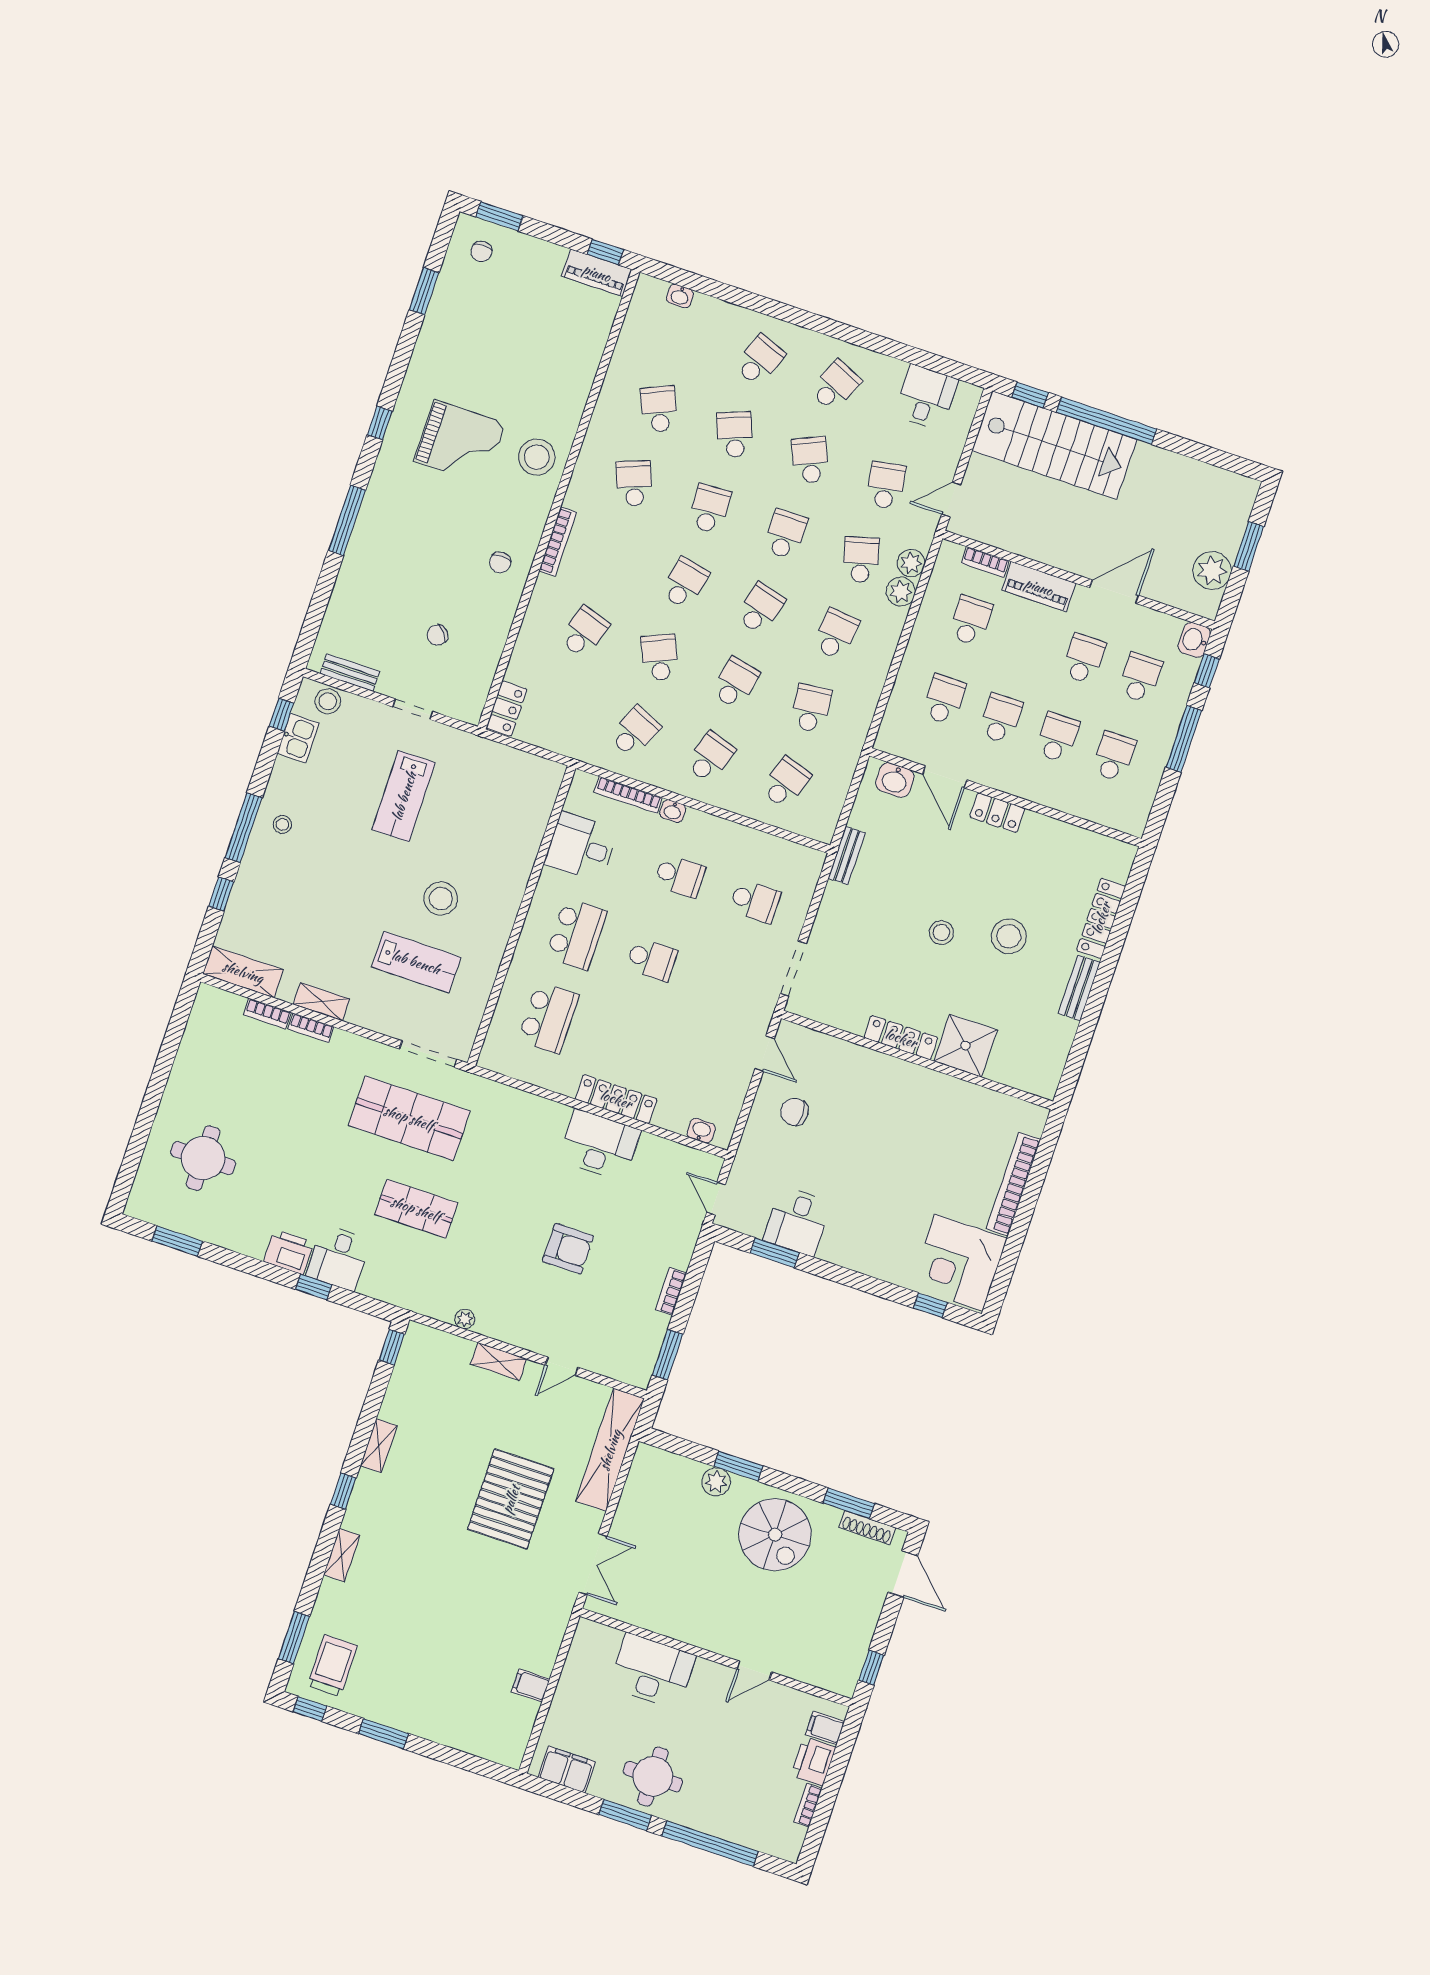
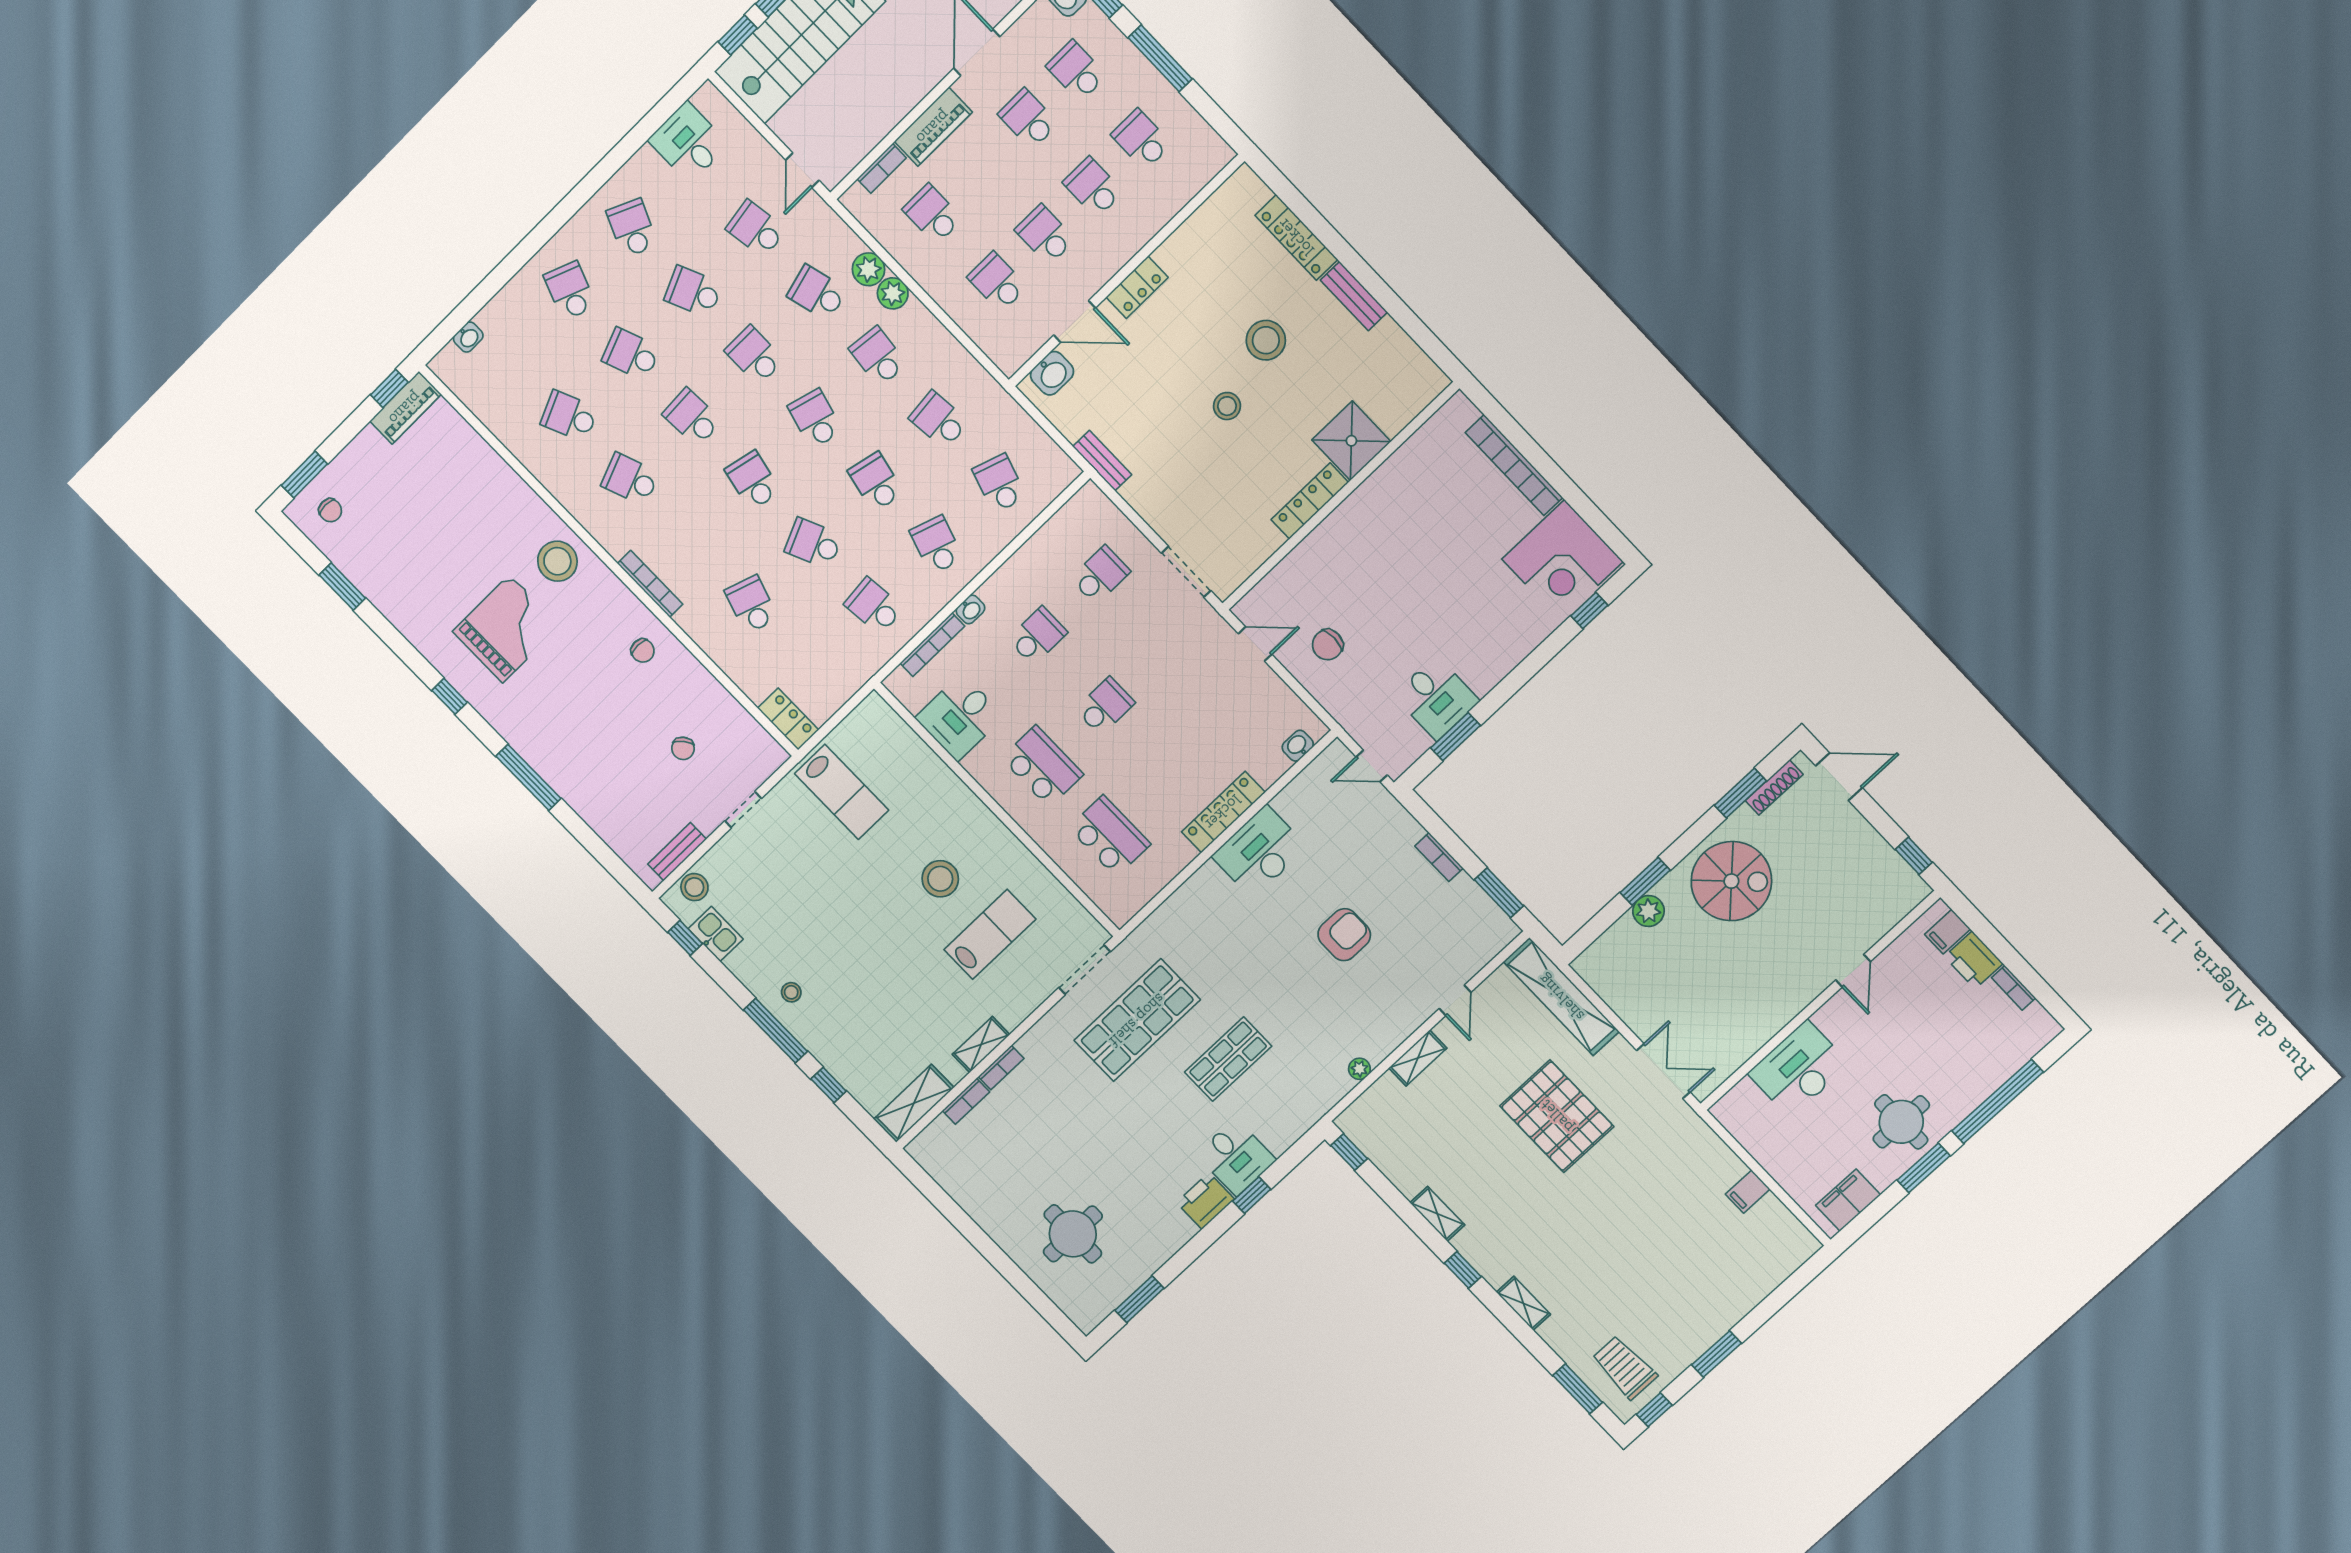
plant: (911, 563) -> (893, 293), moved
school desk: (635, 732) -> (874, 606), turned -30
lab bench: (404, 796) -> (842, 792), moved

